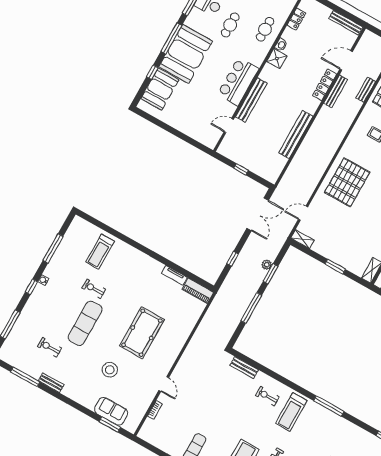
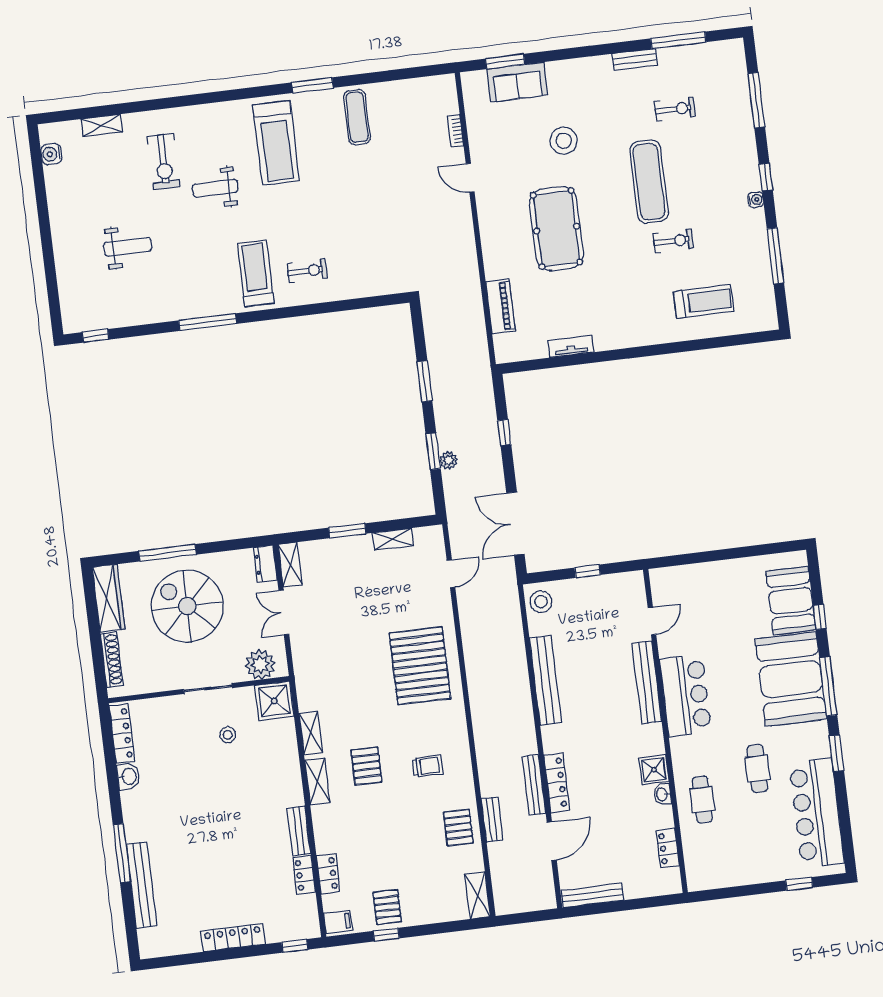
stool: (272, 171) -> (541, 602), added
shelving: (302, 239) -> (393, 539), moved
treadmill: (100, 252) -> (704, 301), turned 90
piano: (198, 291) -> (500, 306), moved, turned 90
window: (251, 308) -> (425, 381), width x0.69
bench: (244, 368) -> (371, 287), removed

